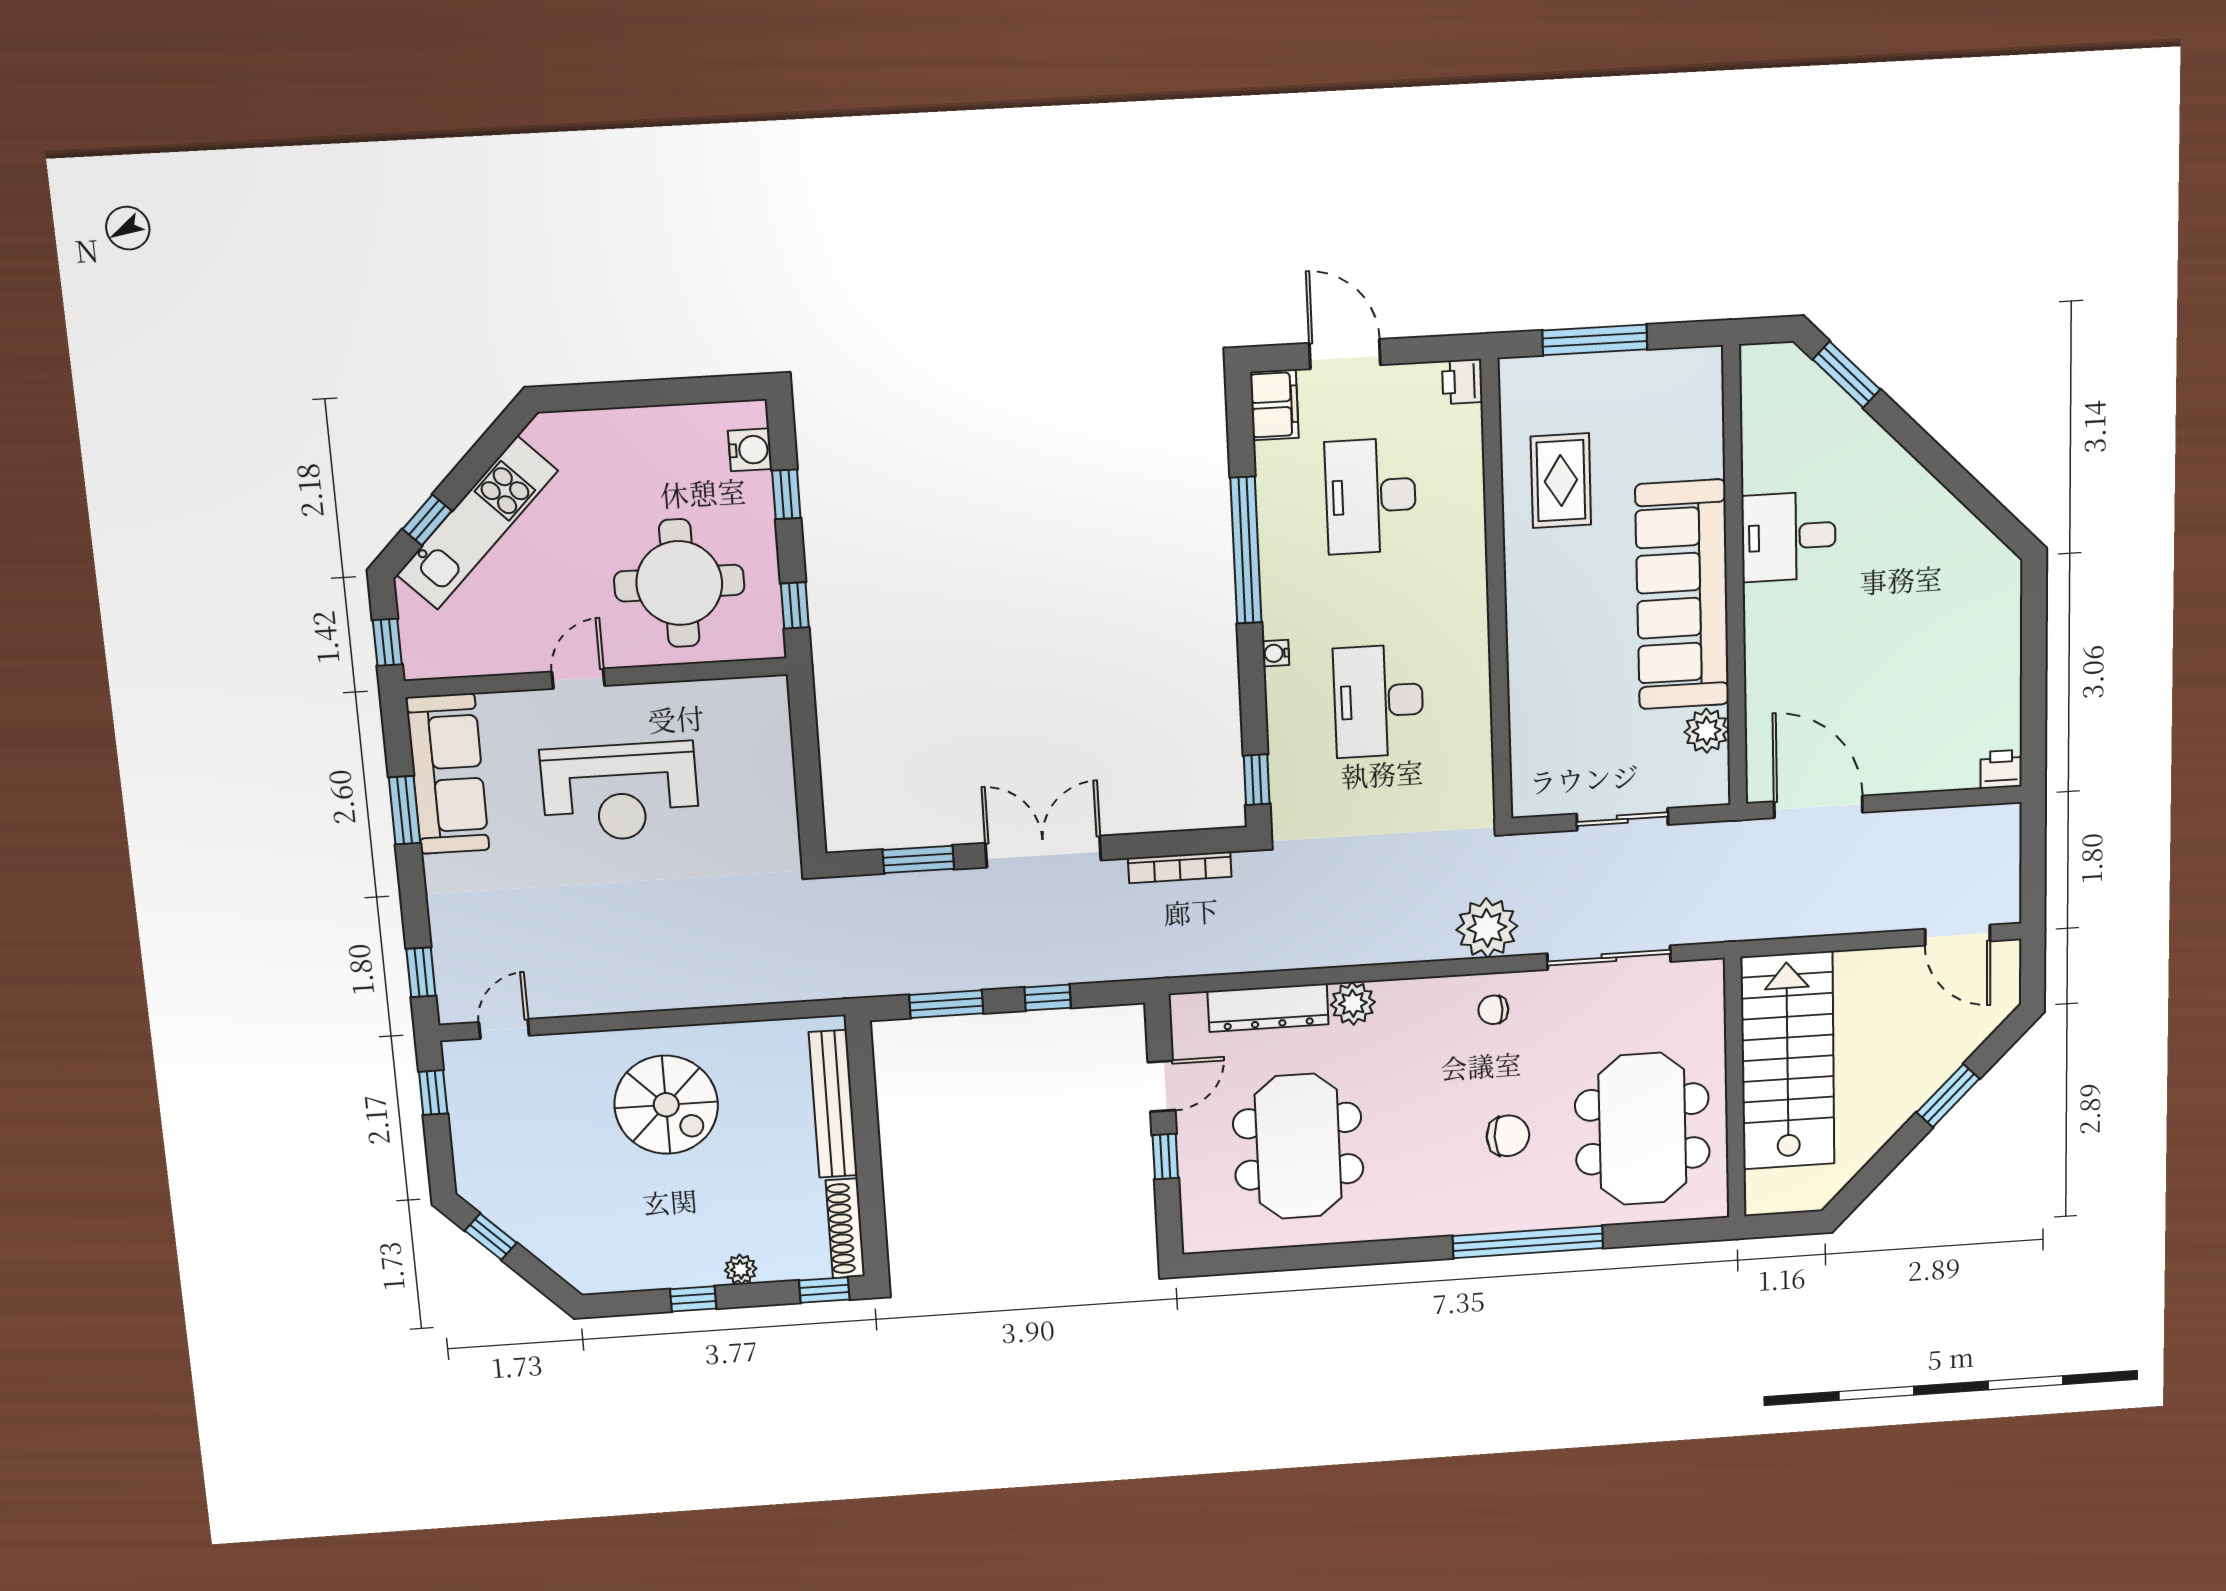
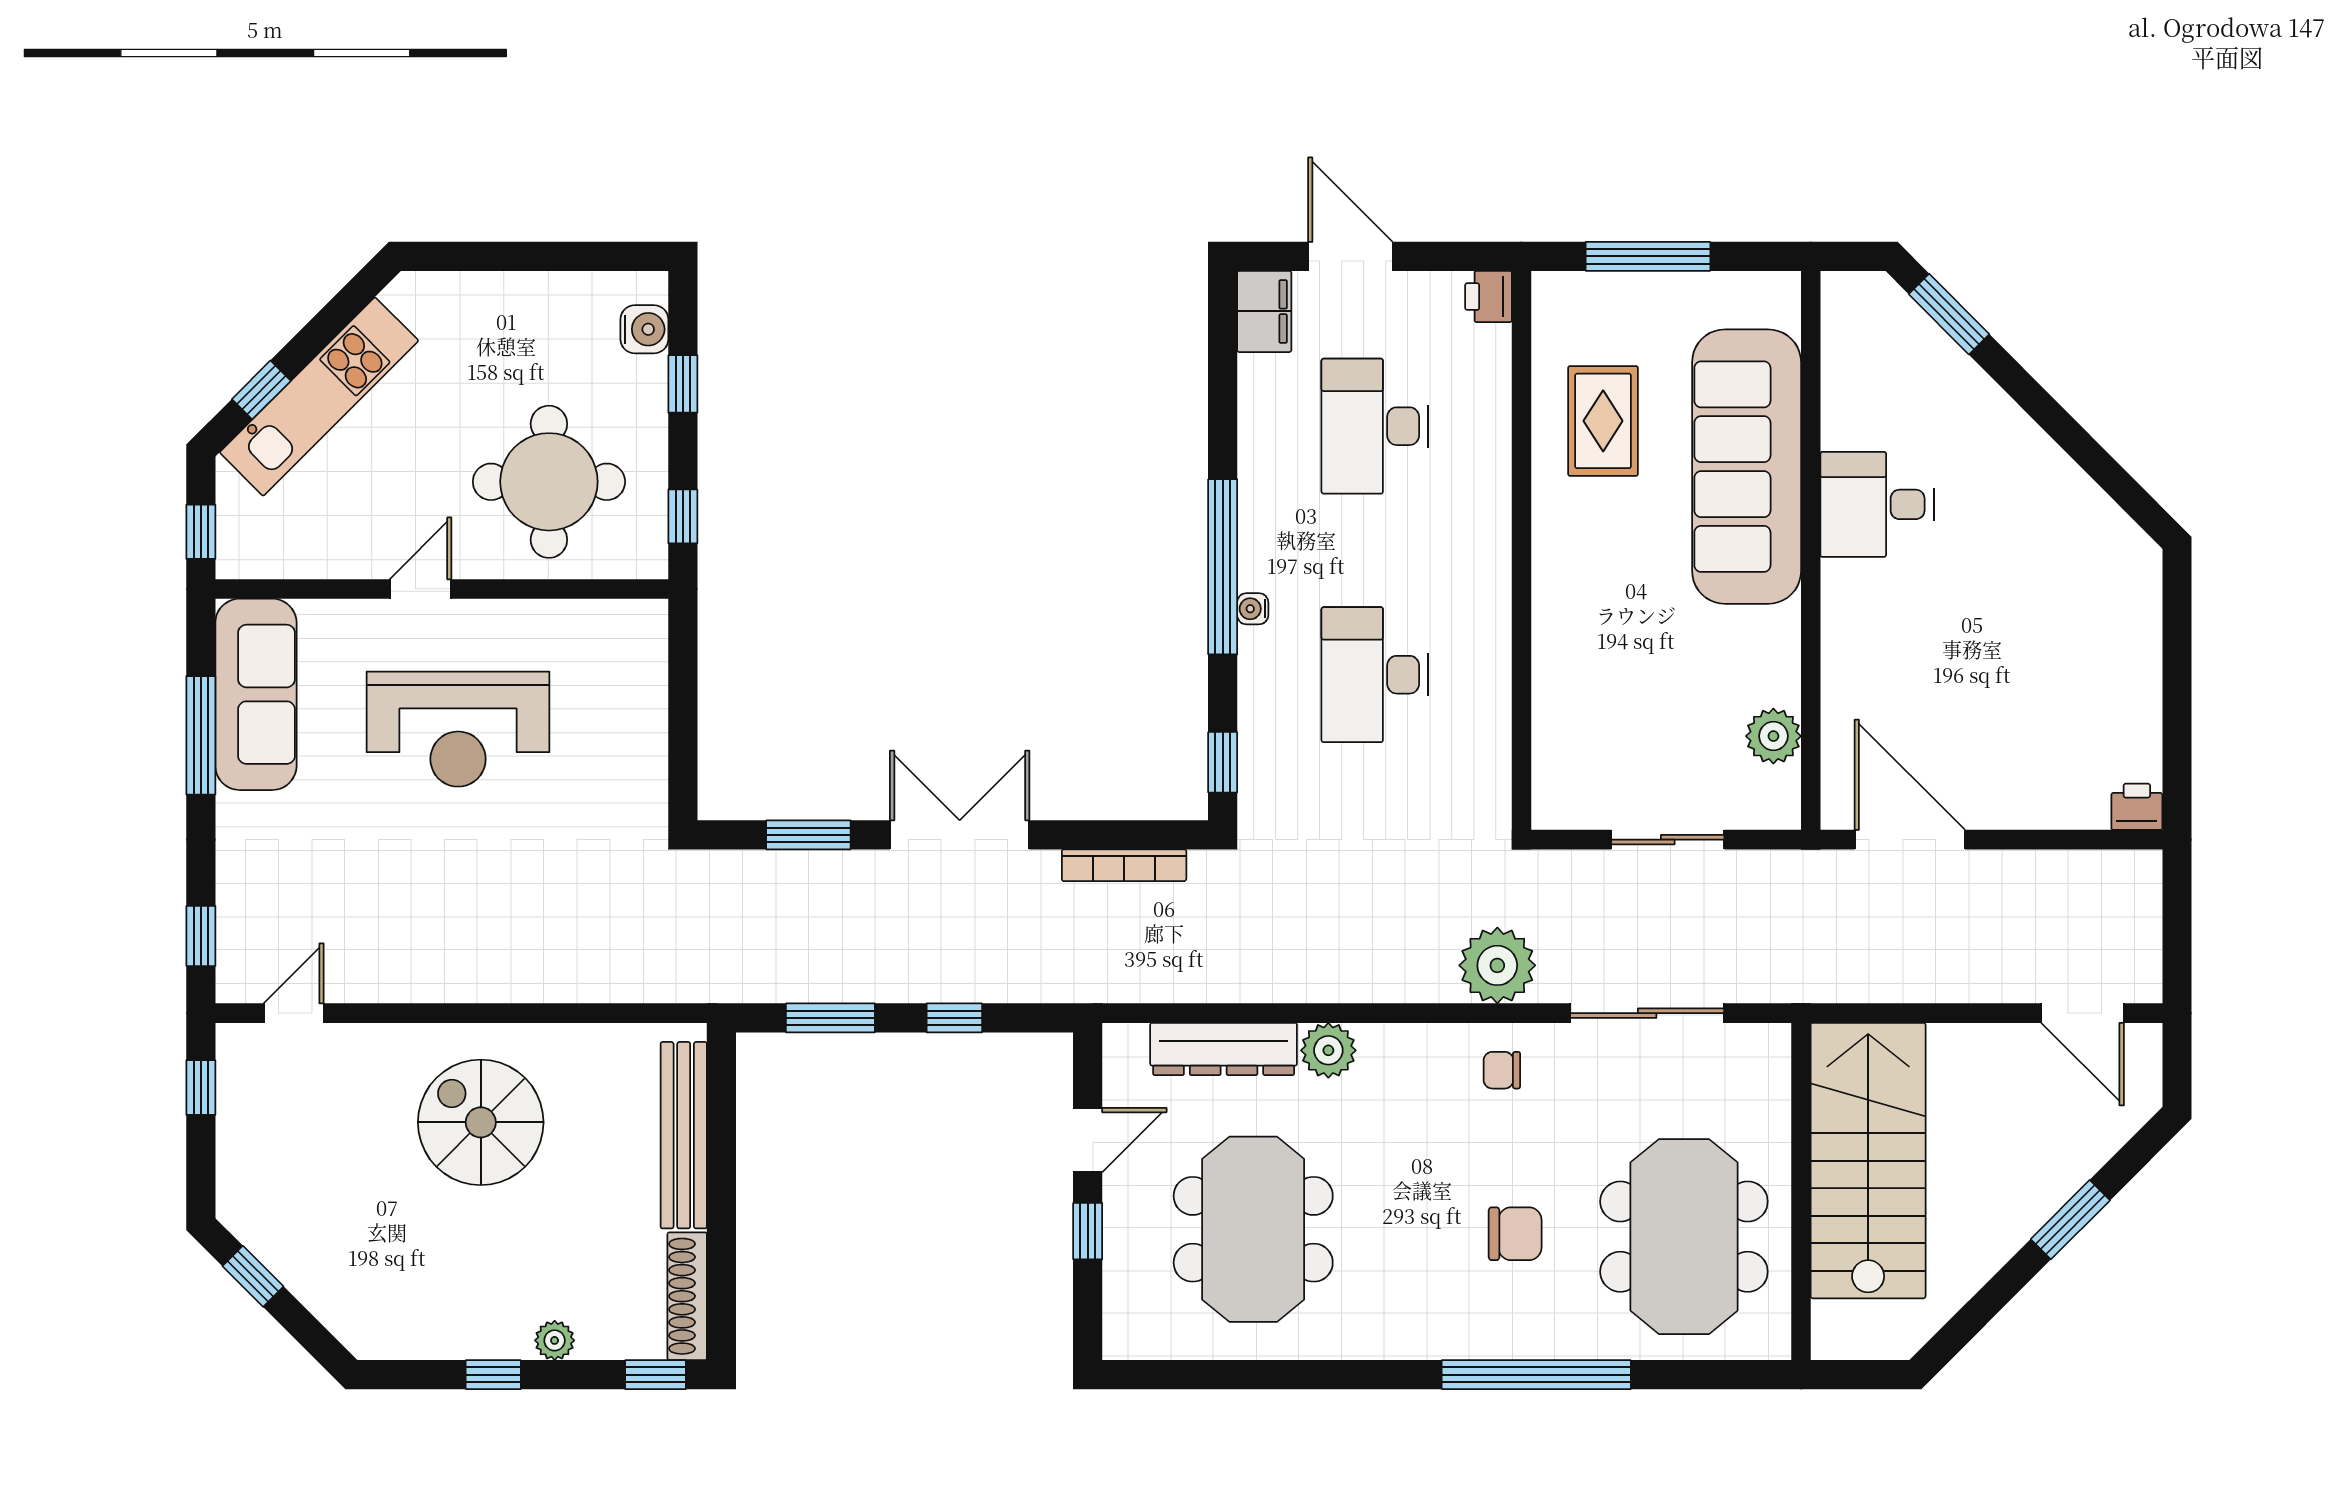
window: (1246, 550) -> (1223, 567), moved
sofa: (1682, 595) -> (1747, 467), moved
window: (404, 810) -> (201, 735), width x1.44
spiral stairs: (666, 1105) -> (481, 1122), turned 180

